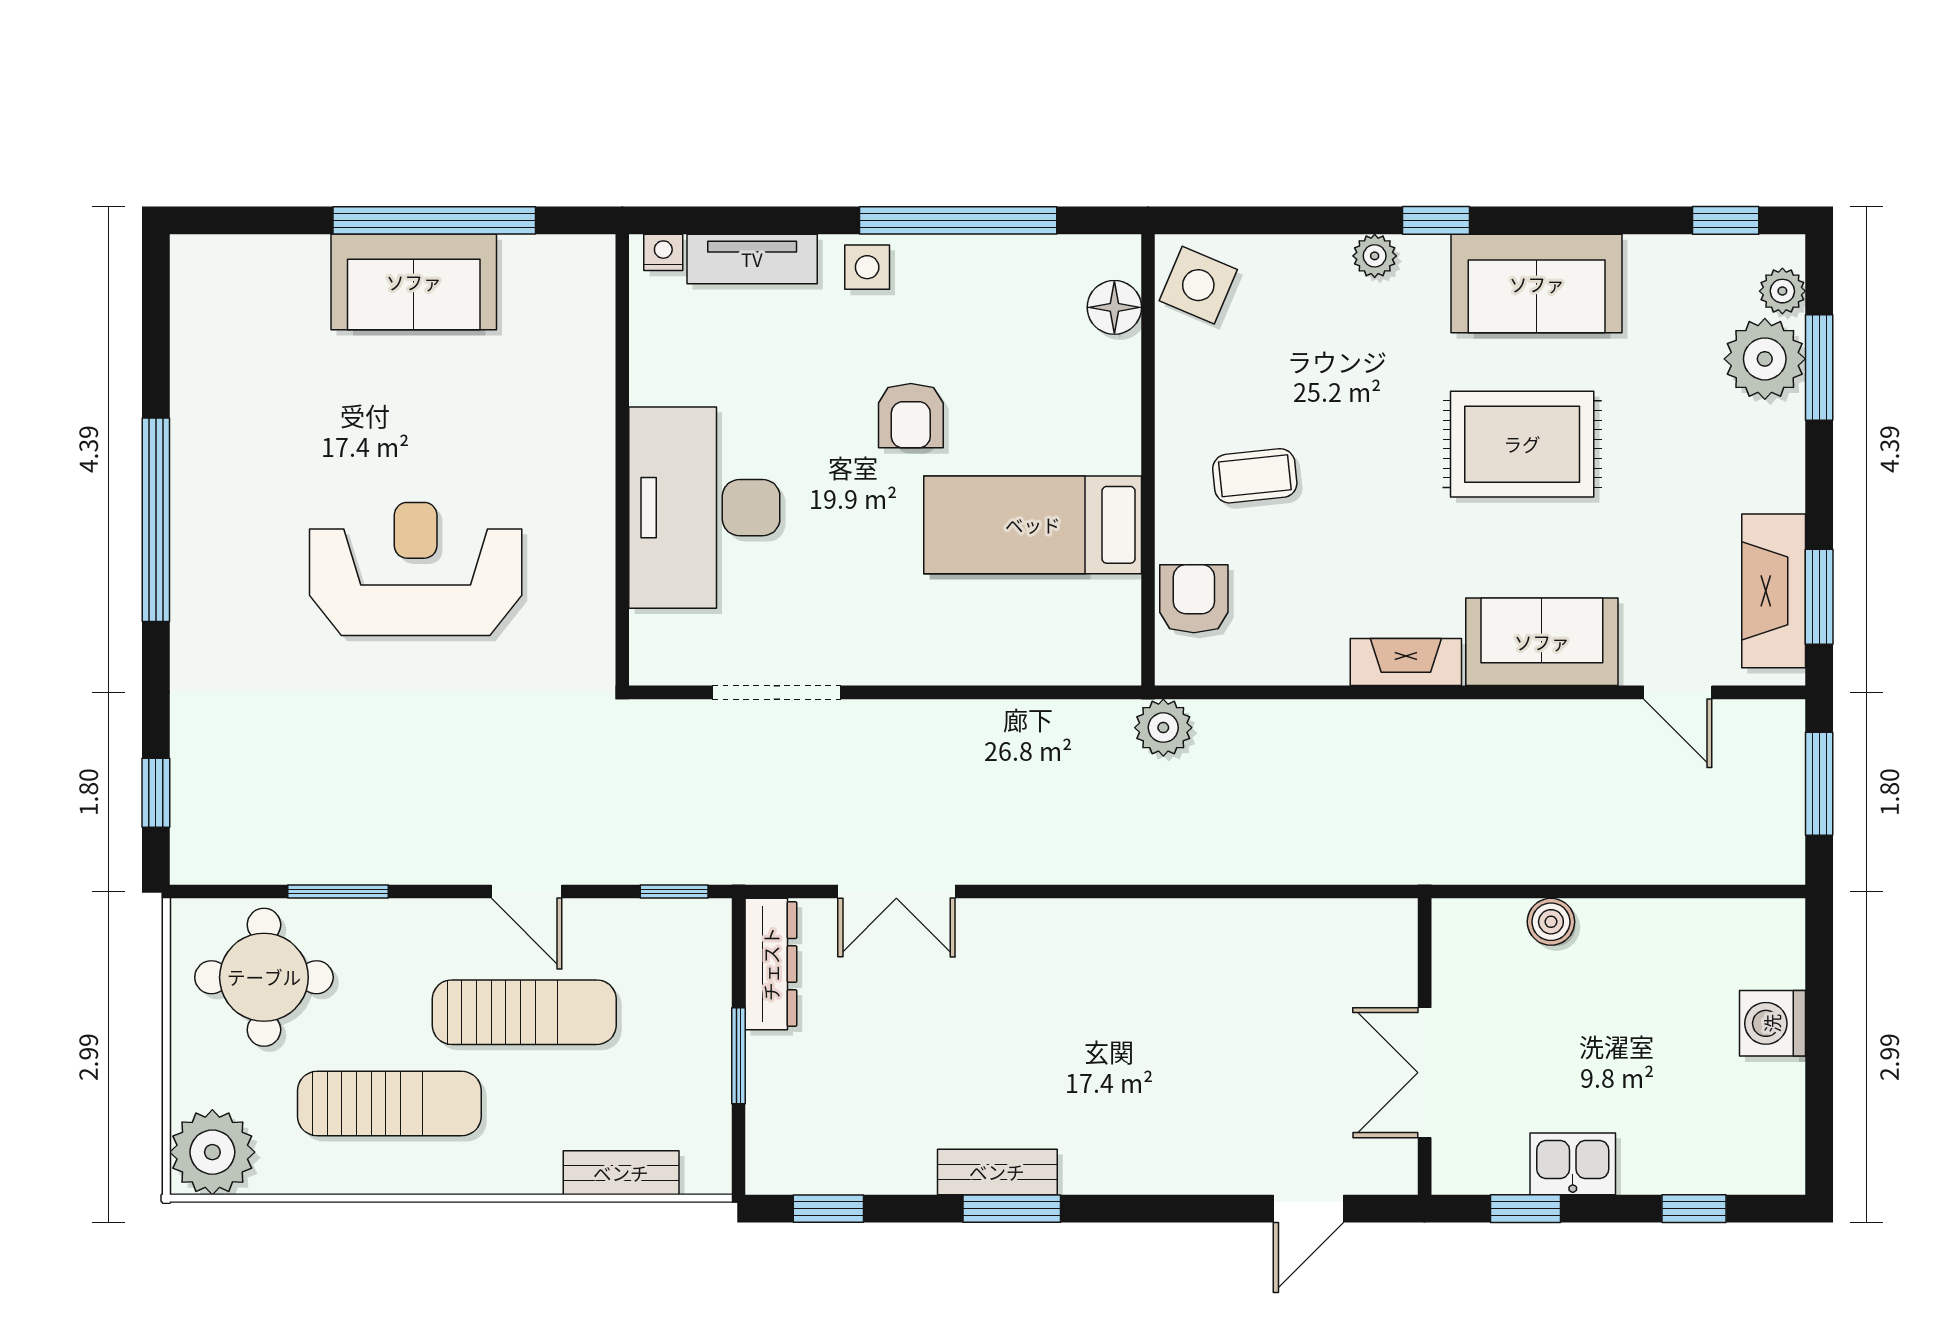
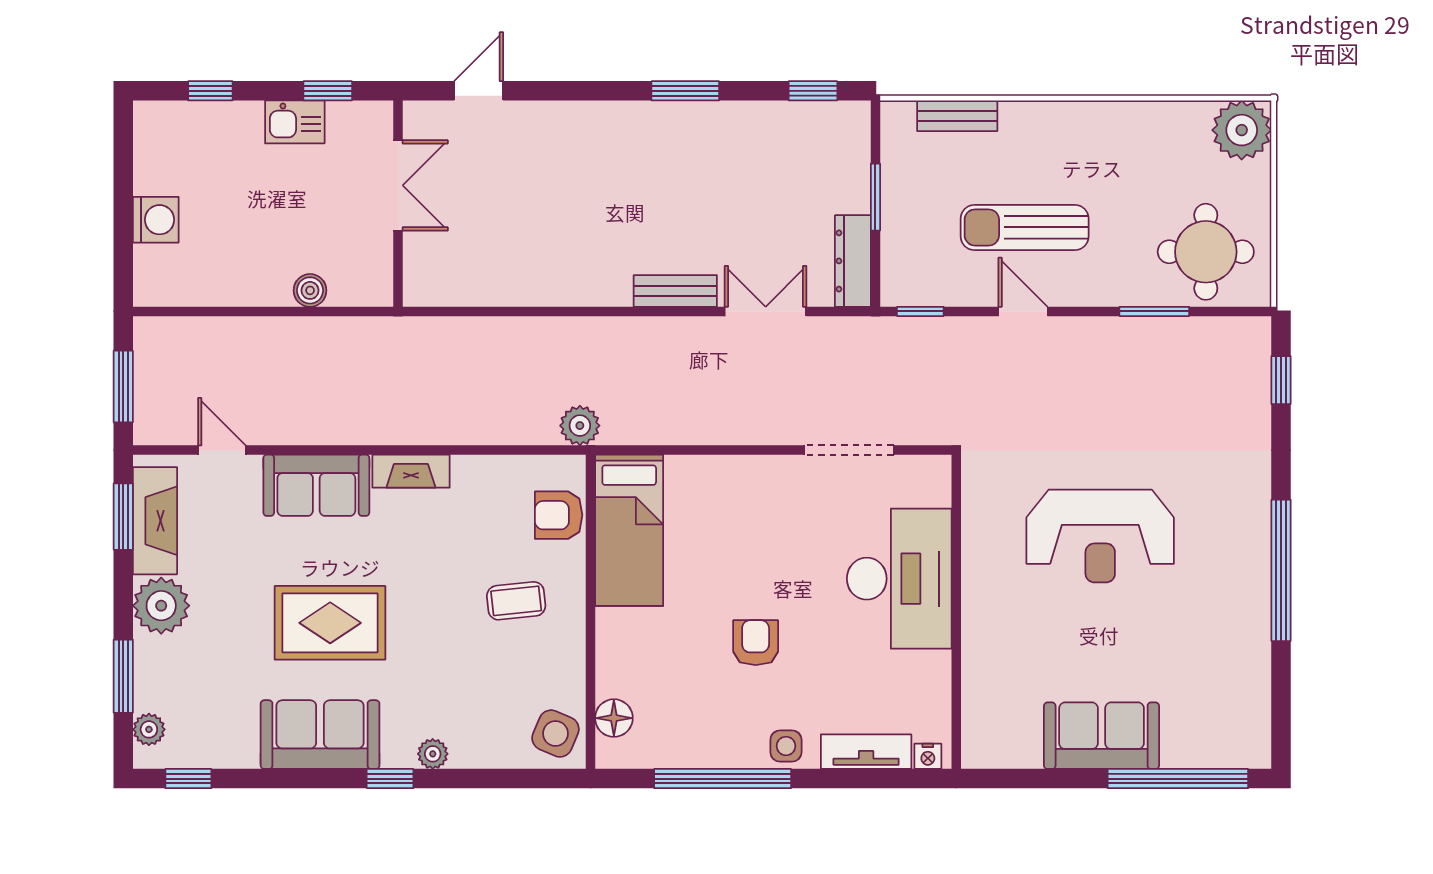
window: (434, 220) -> (1178, 779), moved
plant: (1765, 359) -> (161, 606), moved
bed: (1033, 525) -> (629, 530), moved, turned 90
armchair: (1194, 599) -> (559, 515), turned 90
sun lounger: (389, 1103) -> (1119, 164), removed
bench: (997, 1172) -> (675, 291), moved

